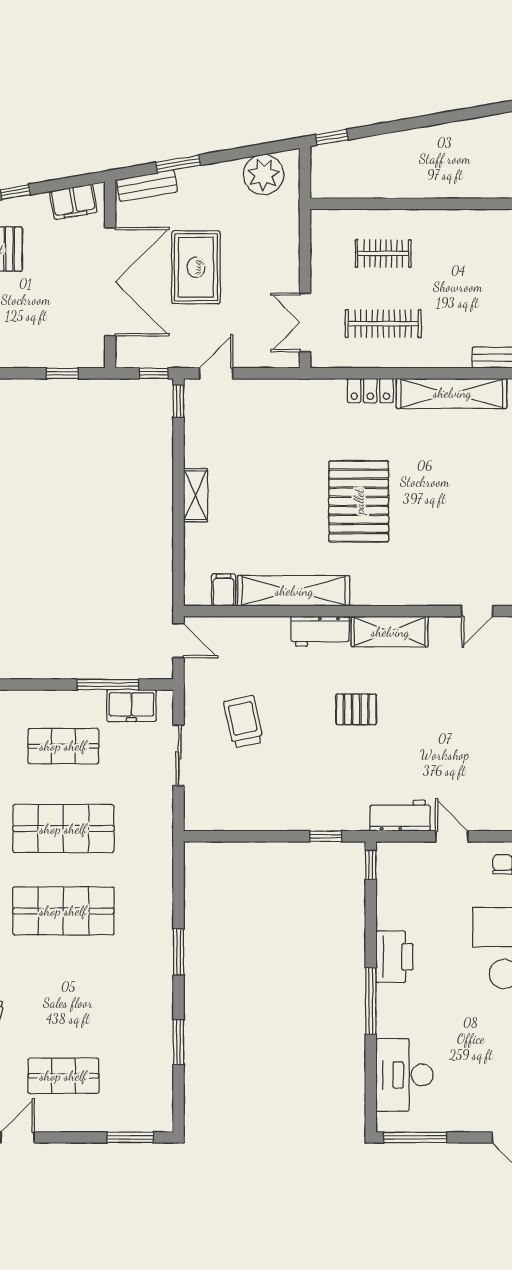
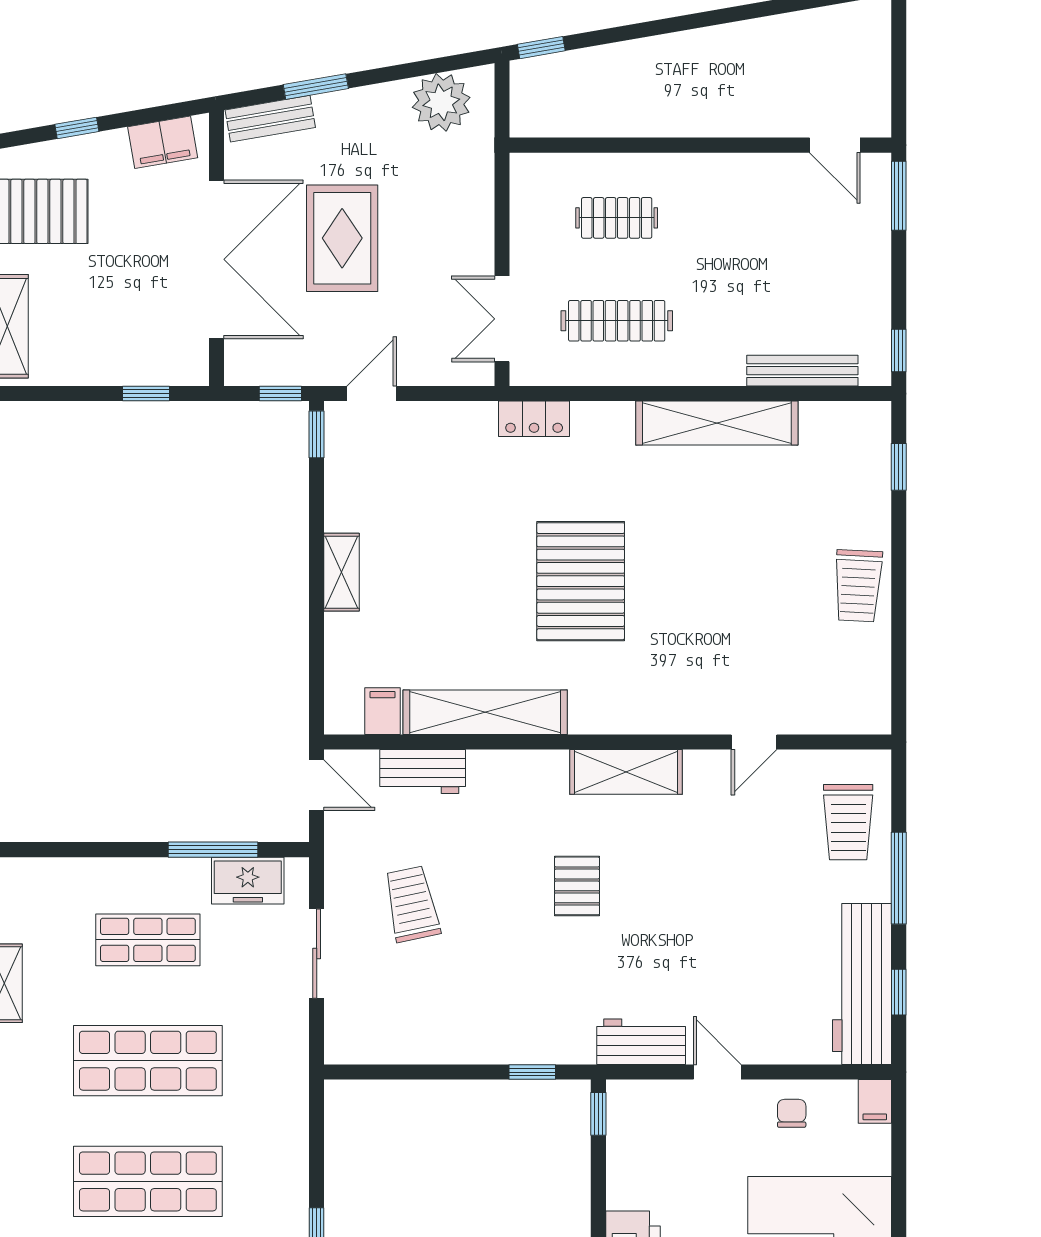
locker: (370, 391) -> (534, 419), moved
workbench: (320, 631) -> (423, 772), moved
pallet: (356, 709) -> (577, 886), turned 90

